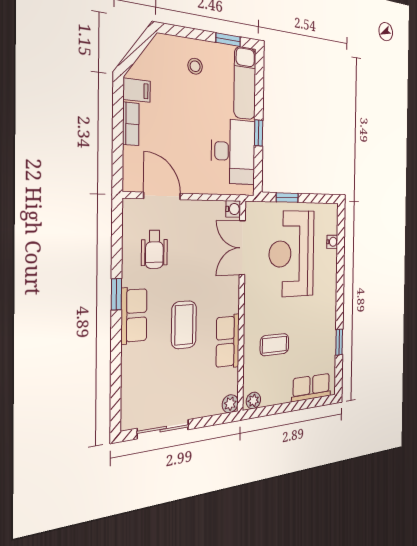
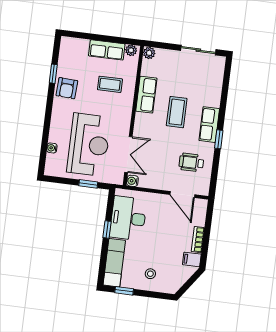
wheelchair: (154, 249) -> (191, 162), turned -90
armchair: (323, 327) -> (67, 88), added
row of seats: (311, 387) -> (107, 50), moved

